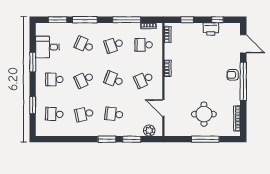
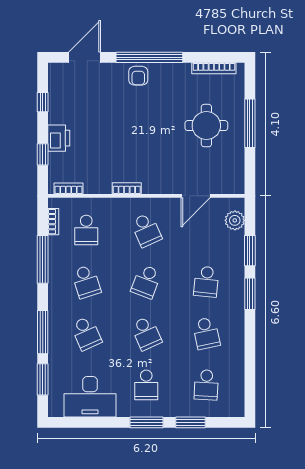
printer: (211, 29) -> (59, 138), moved
school desk: (84, 45) -> (86, 333), turned -48
desk: (47, 47) -> (90, 397), width x1.37
window: (33, 62) -> (147, 422), moved

